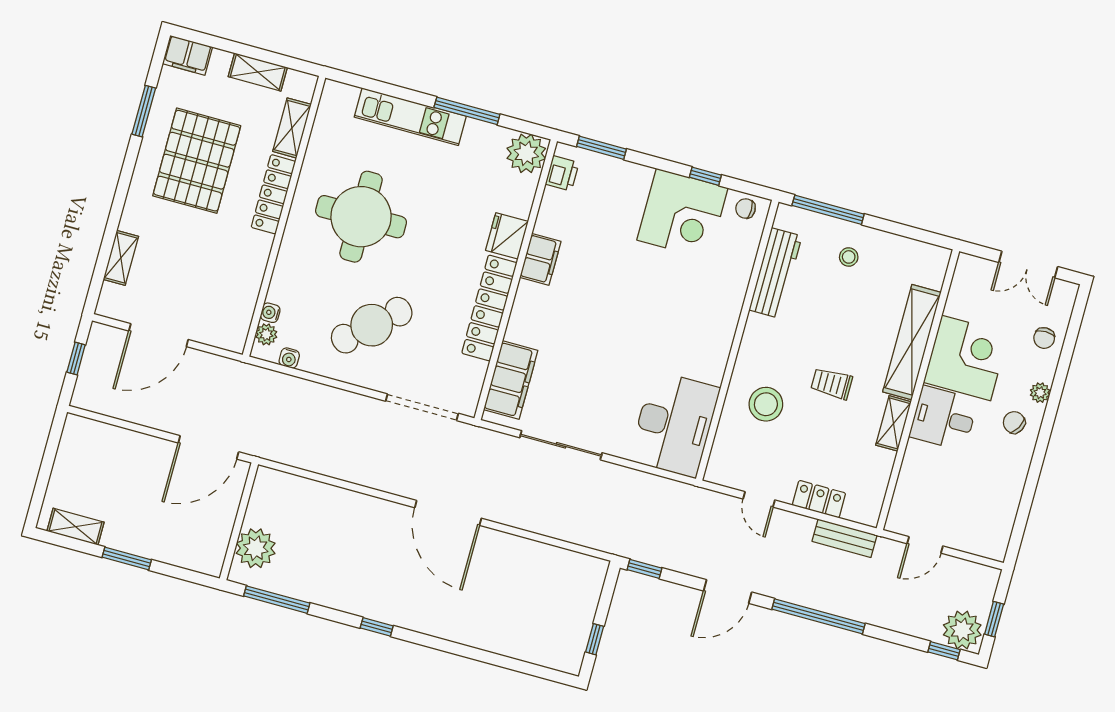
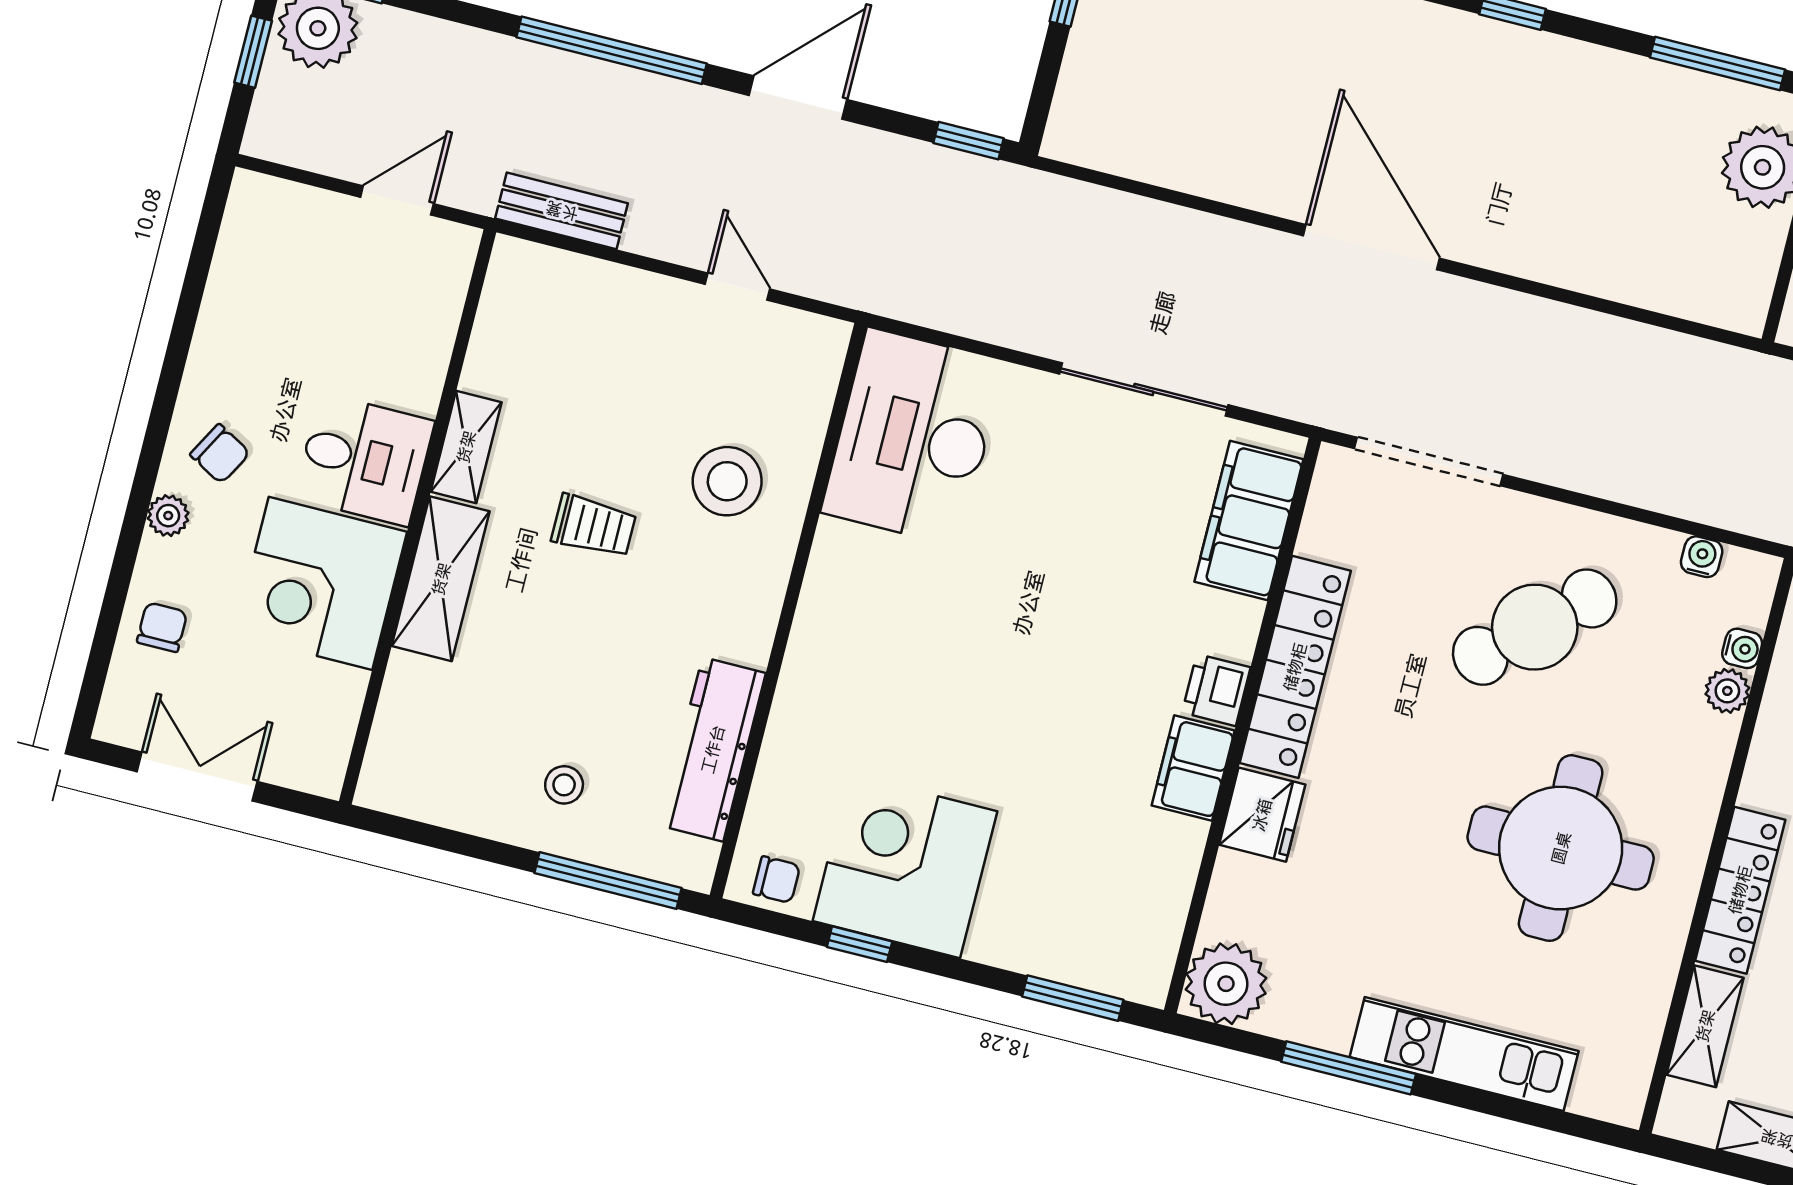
printer: (562, 173) -> (1216, 690), moved
plant: (266, 334) -> (1727, 691), moved
shelving: (912, 342) -> (441, 579), width x0.68
locker: (819, 499) -> (615, 290), removed

